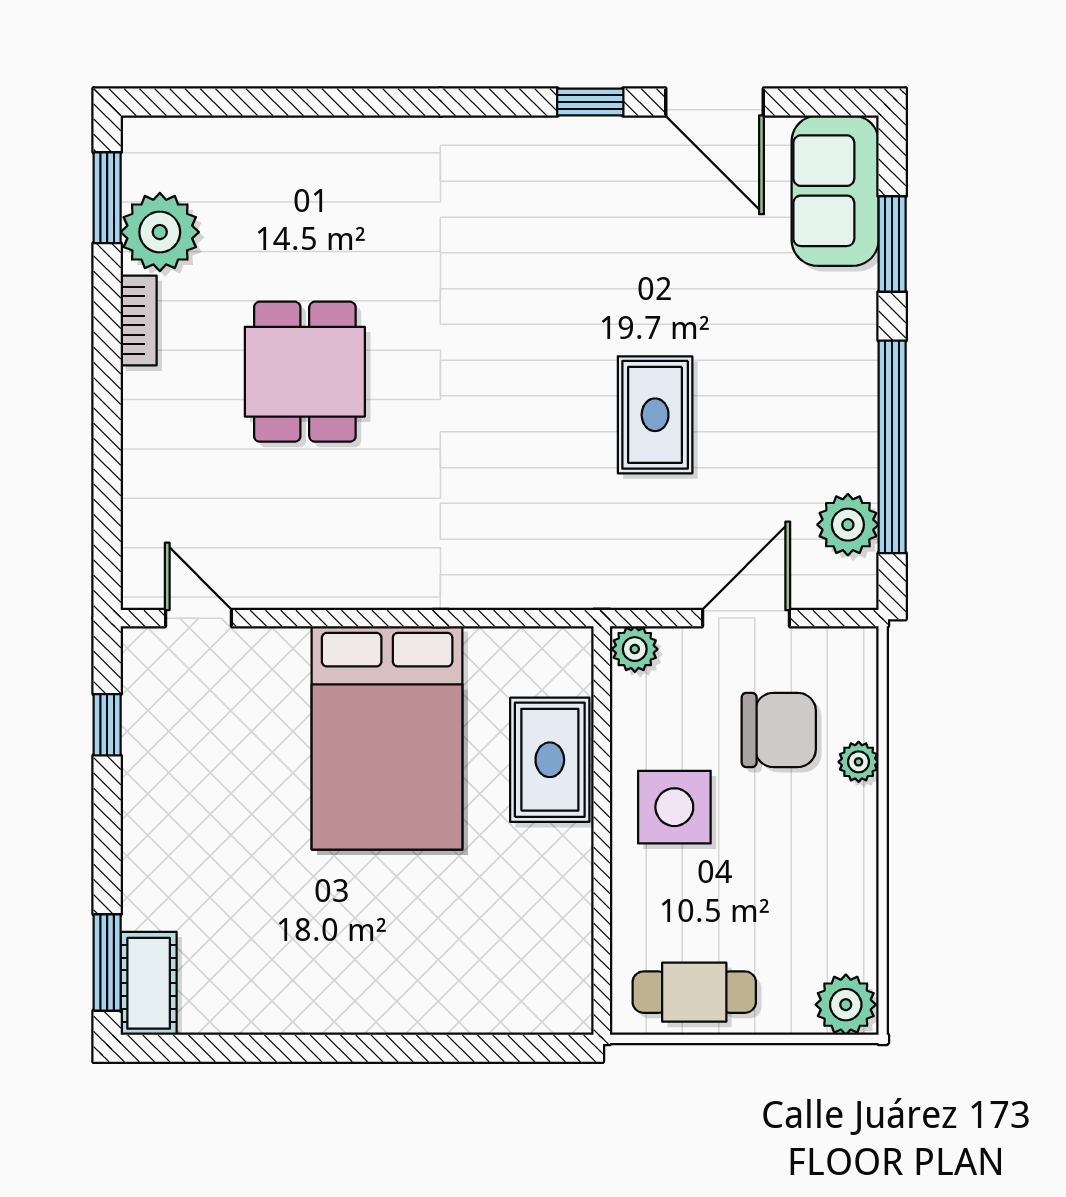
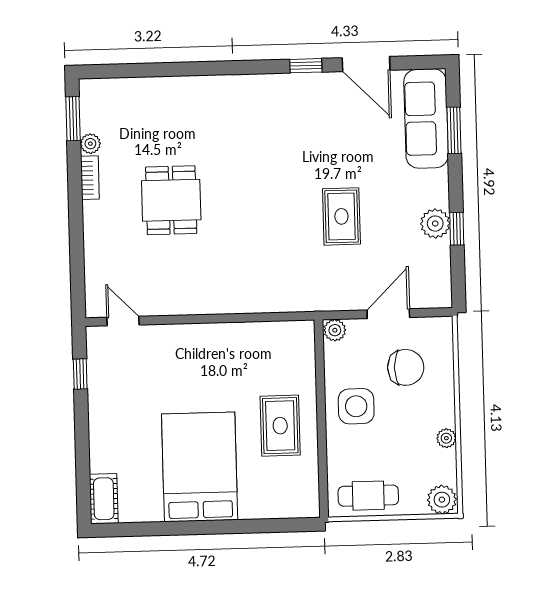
sofa: (835, 191) -> (426, 119), width x1.36
plant: (160, 232) -> (90, 144), width x0.53, depth x0.53
window: (892, 447) -> (457, 229), width x0.32
plant: (848, 525) -> (435, 224), moved
bed: (387, 738) -> (200, 467), moved, turned 180
rug: (550, 760) -> (280, 426), moved
plant: (859, 762) -> (446, 438), moved
window: (107, 962) -> (83, 489), removed

